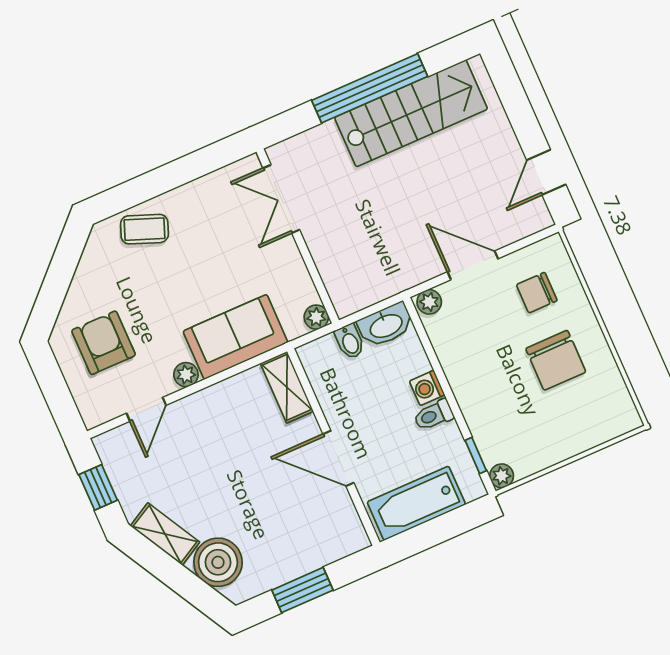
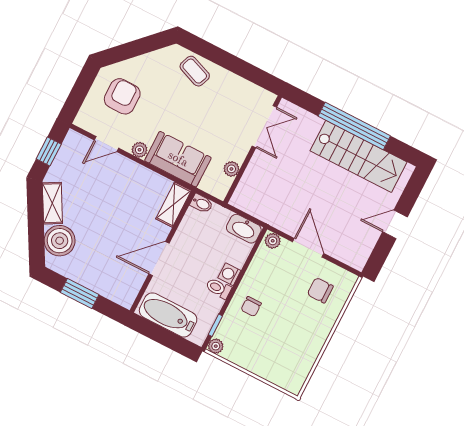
door: (546, 172) -> (395, 224), moved
double door: (281, 199) -> (264, 127), swing flipped
plant: (316, 317) -> (231, 169), moved
bidet: (350, 341) -> (202, 203), moved, turned -90
chair: (556, 360) -> (251, 307), moved, width x0.54, depth x0.54
door: (338, 458) -> (159, 259), hinge flipped

